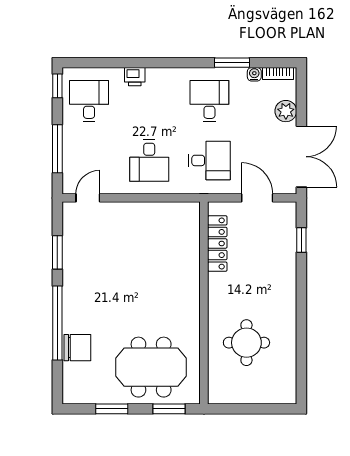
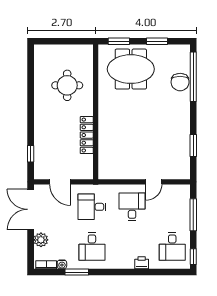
door: (88, 198) -> (154, 182), moved
locker: (217, 243) -> (87, 135), moved
window: (57, 323) -> (193, 77), moved
chair: (77, 348) -> (180, 82), turned -90

